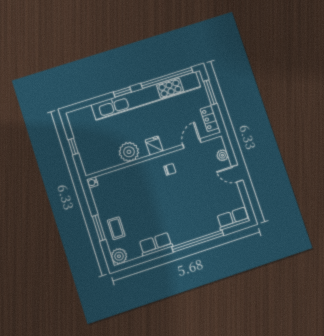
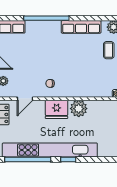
fridge: (154, 146) -> (57, 109), width x1.88, depth x1.34
row of seats: (156, 244) -> (81, 27), width x1.48

